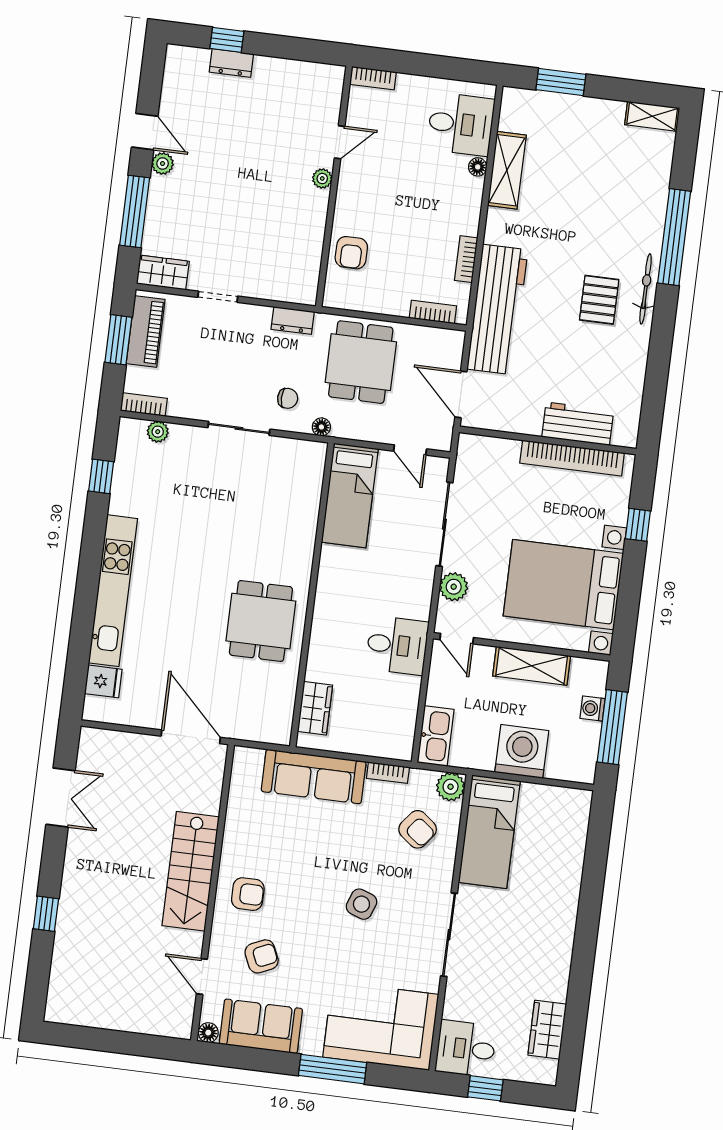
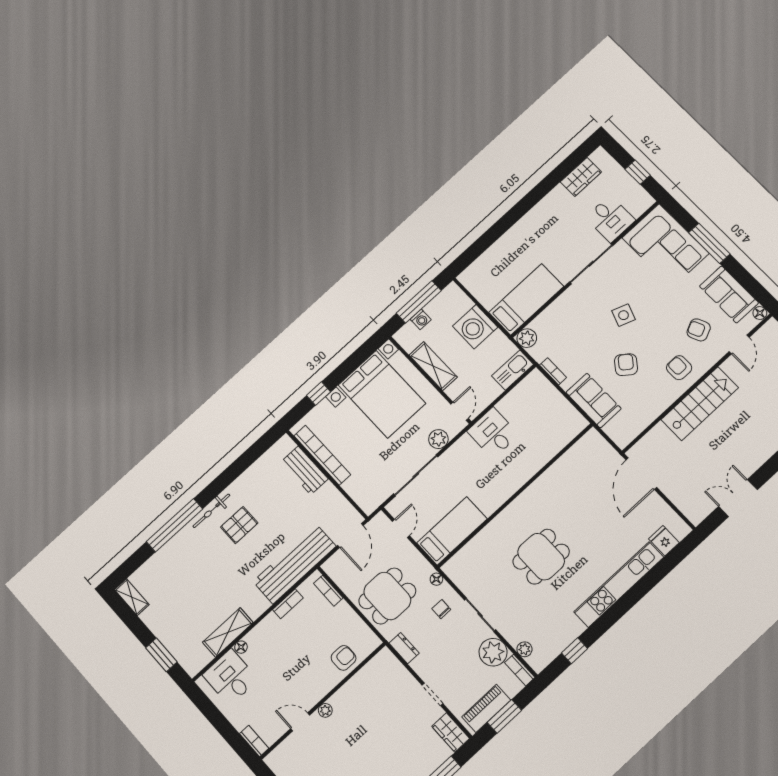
plant: (190, 399) -> (493, 652), added
dining table: (261, 621) -> (541, 557), moved
wardrobe: (315, 708) -> (563, 435), removed
sofa: (314, 777) -> (594, 401), width x0.73
armchair: (418, 829) -> (626, 365), moved
desk: (466, 1049) -> (610, 219), moved

